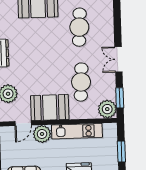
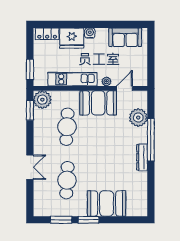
double door: (118, 59) -> (30, 167), moved
plant: (42, 134) -> (106, 81), width x0.53, depth x0.53
window: (121, 151) -> (30, 69), moved

